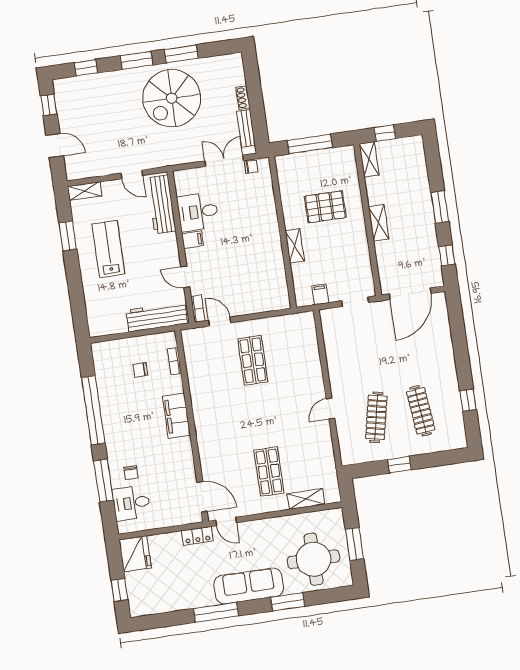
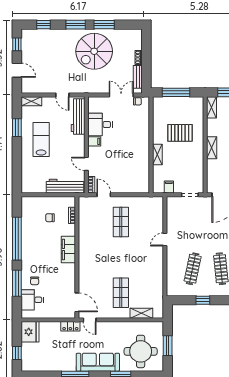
door: (330, 409) -> (165, 239), moved

